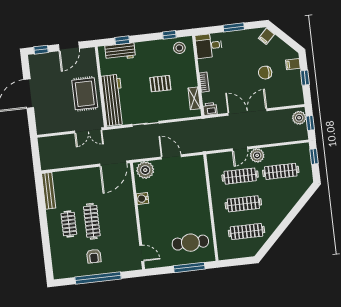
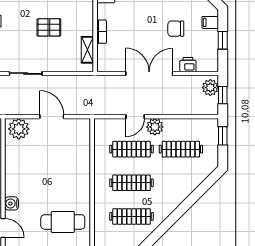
printer: (210, 109) -> (188, 65), moved
water cooler: (142, 198) -> (11, 203), moved

